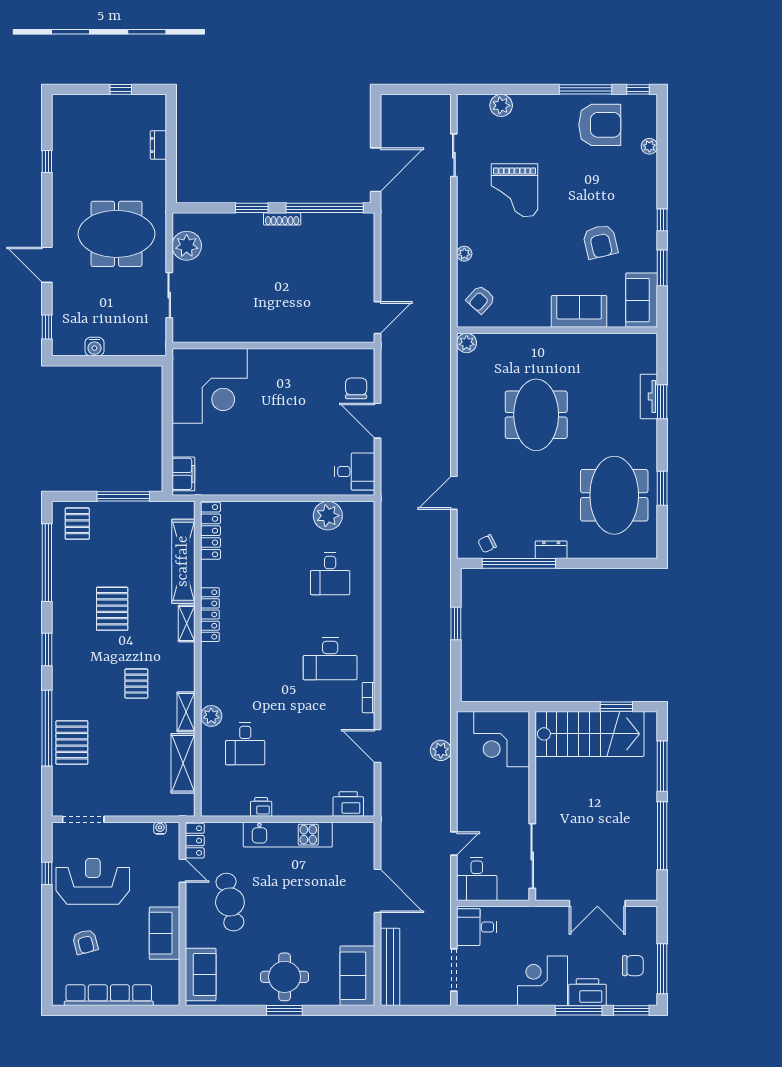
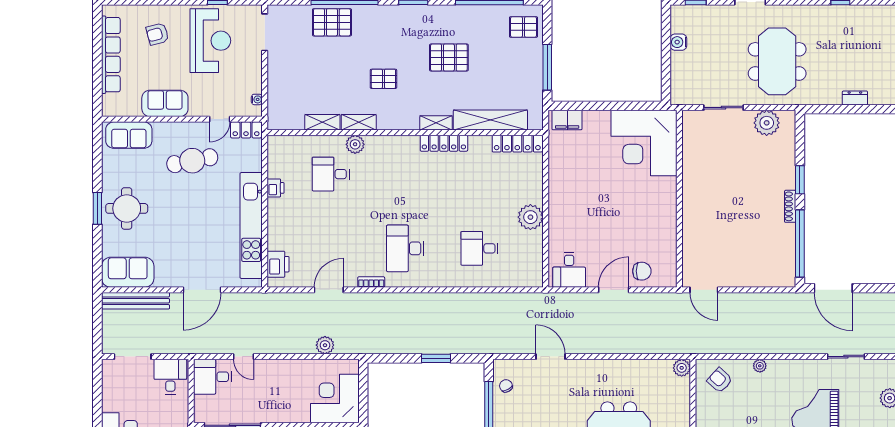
plant: (328, 516) -> (530, 217), moved
shelving: (183, 763) -> (322, 122), width x0.67, depth x0.75
kitchen unit: (288, 835) -> (251, 225), width x1.36

